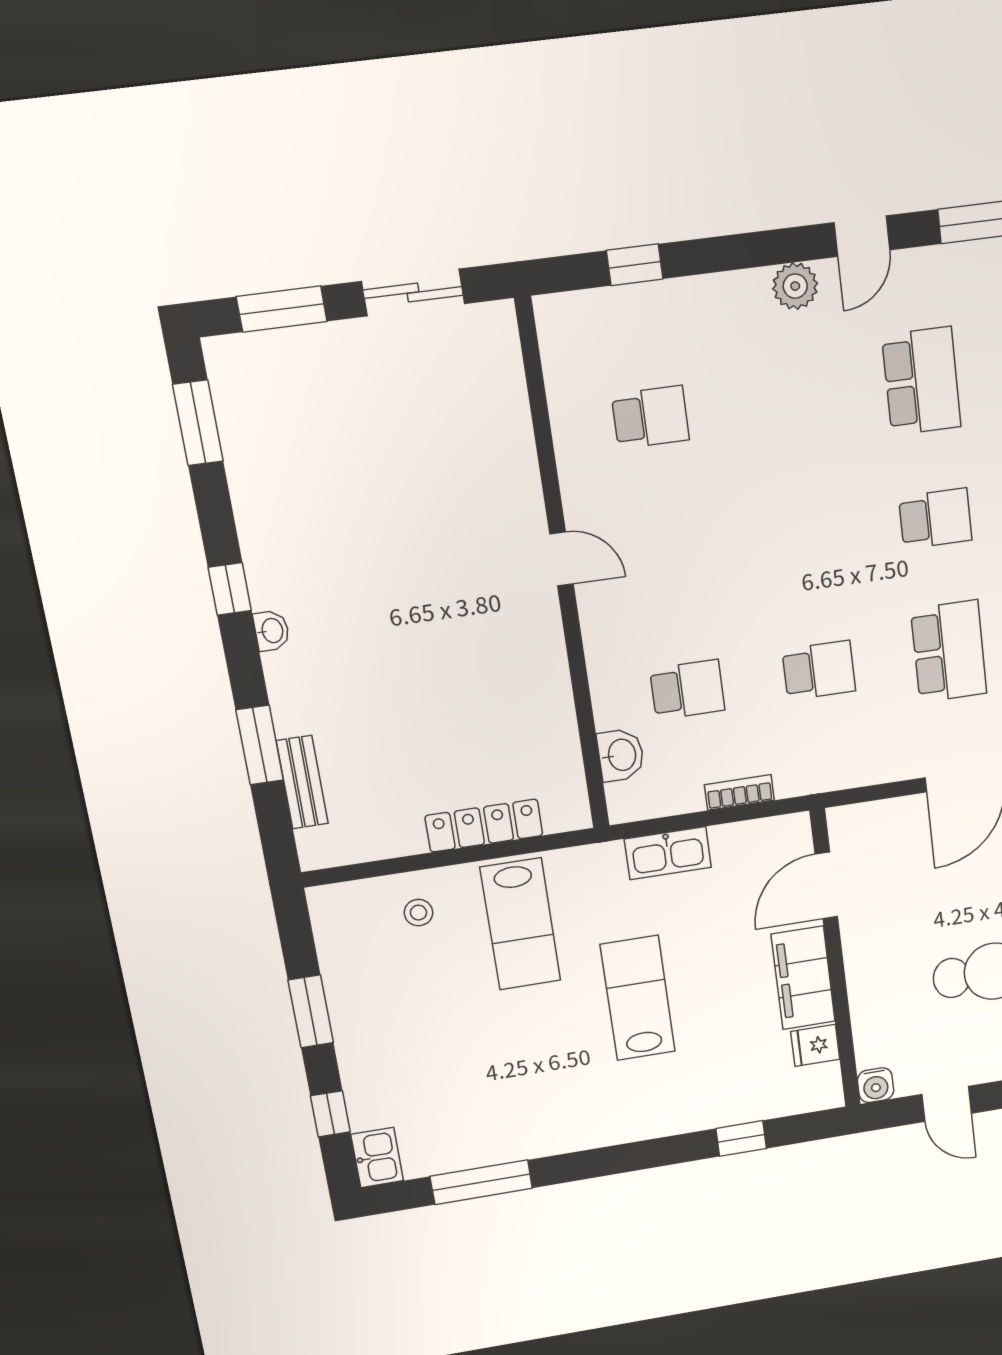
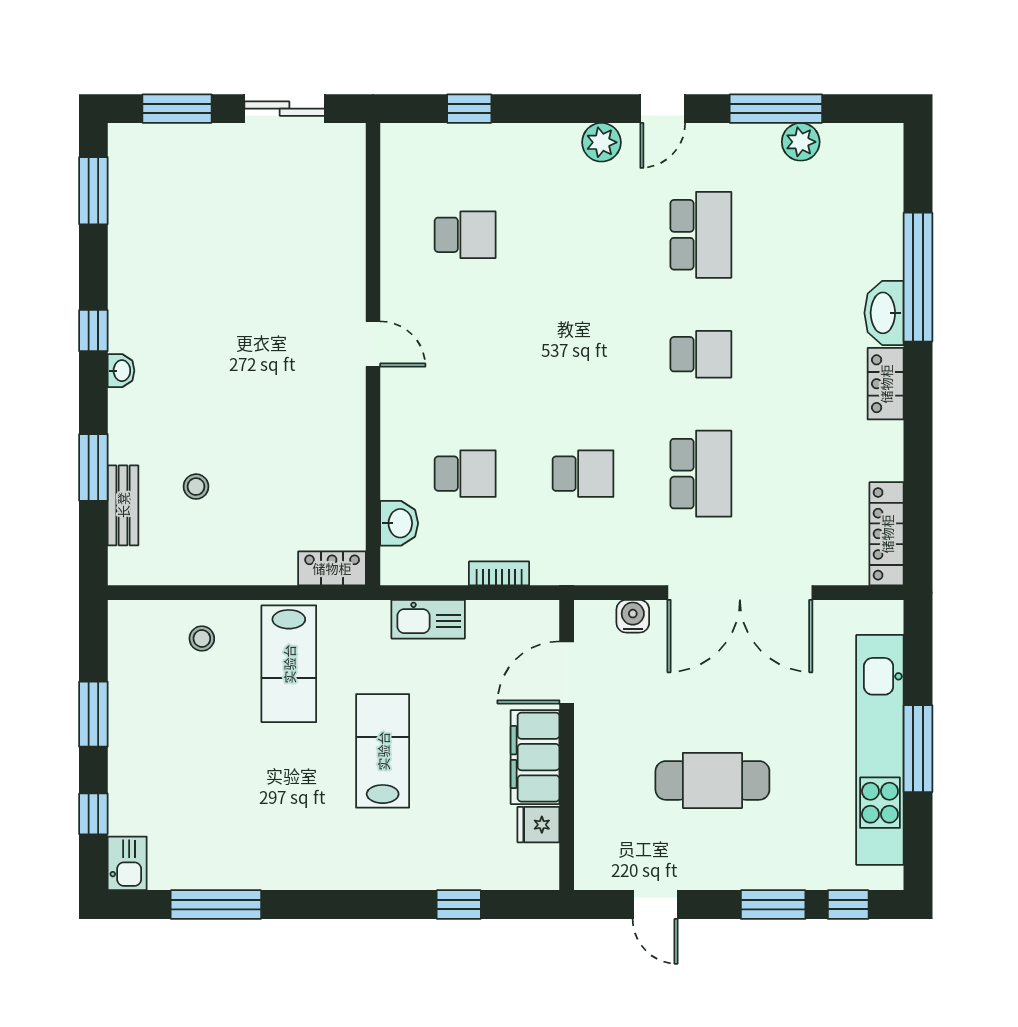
stool: (383, 749) -> (196, 487), added
locker: (484, 826) -> (332, 568), moved, width x0.66
water cooler: (876, 1085) -> (633, 616), moved, turned 180

